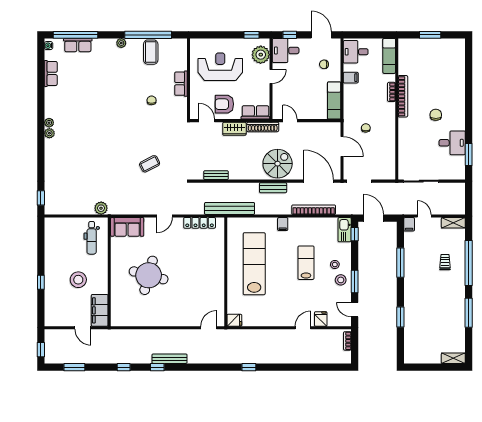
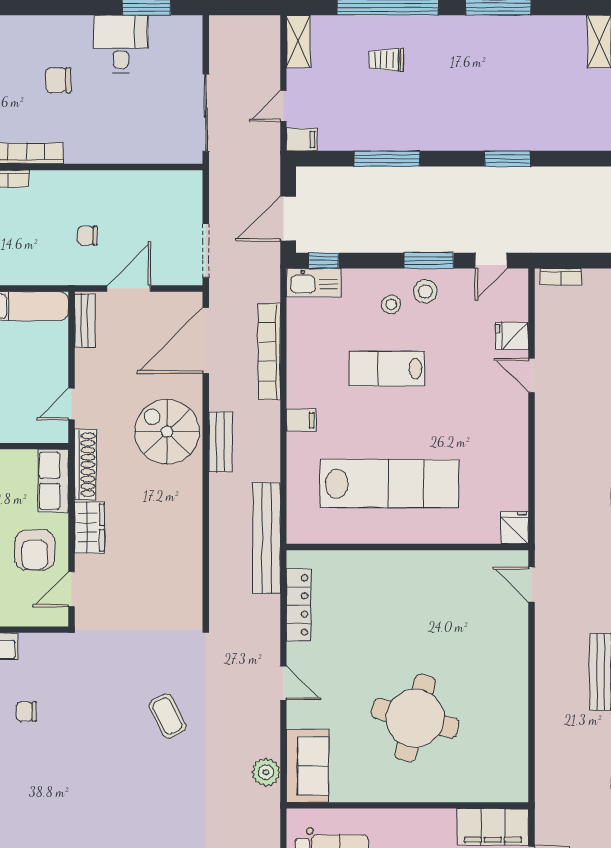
bench: (216, 175) -> (85, 321), moved
plant: (101, 208) -> (266, 772), moved
lab bench: (254, 264) -> (389, 484), turned 180

